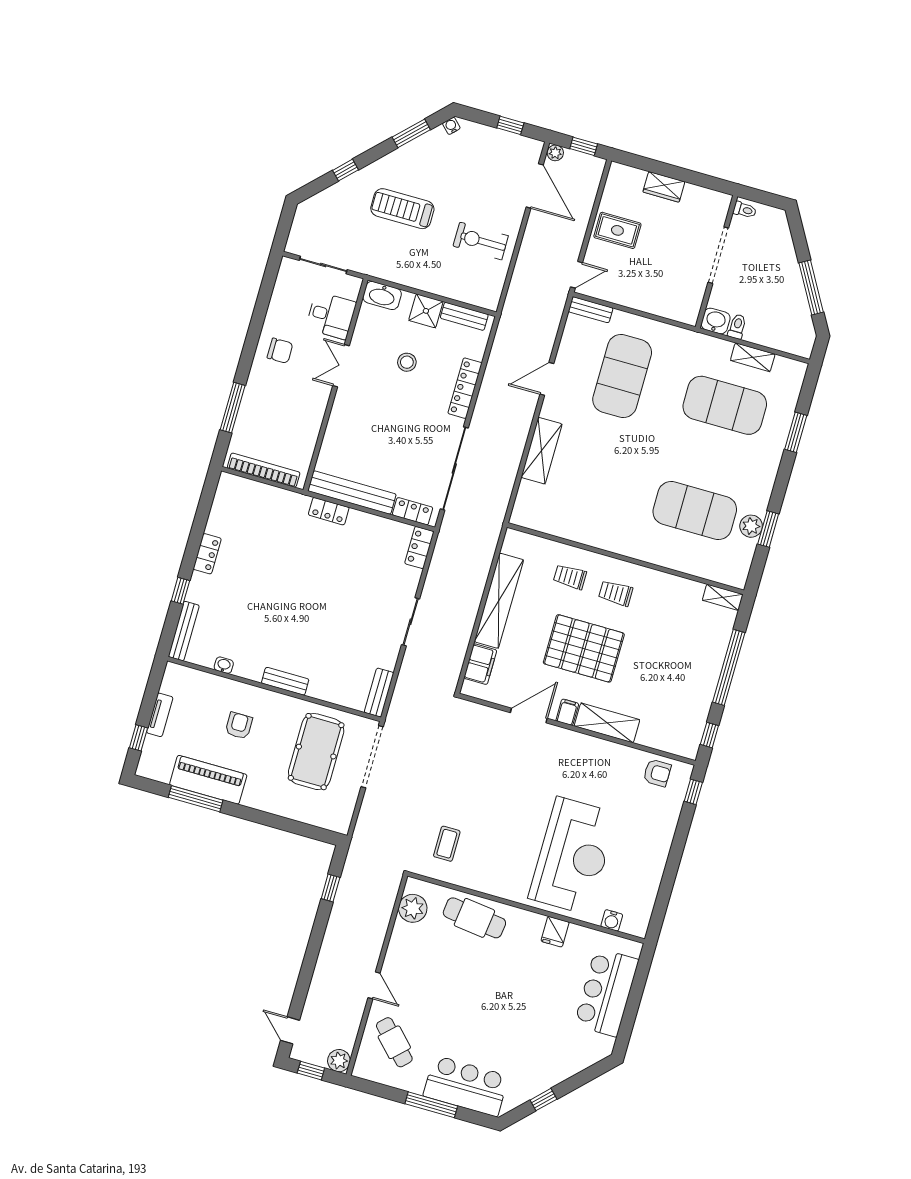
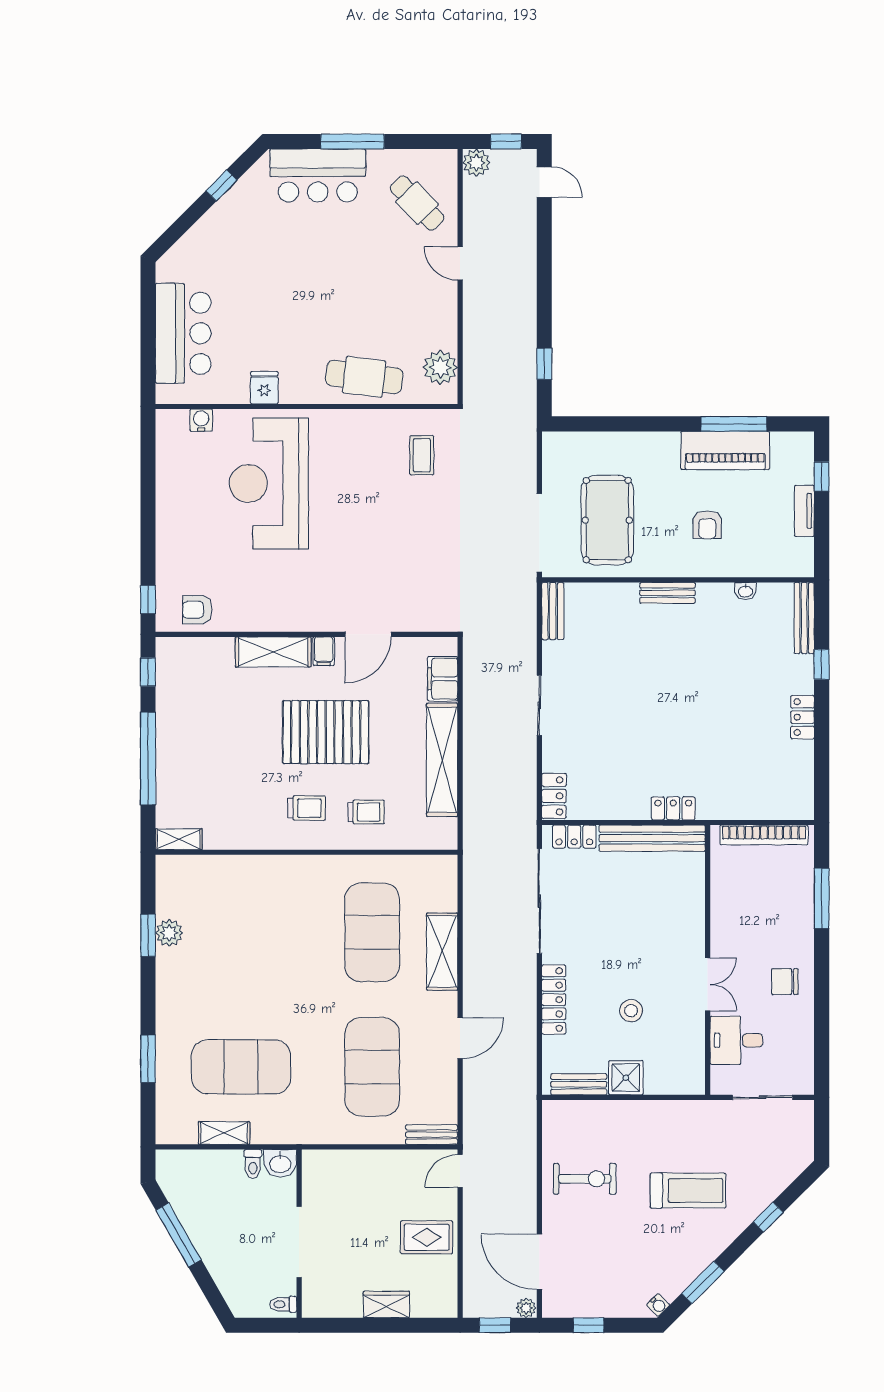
washbasin: (382, 295) -> (683, 1081), removed
exercise mat: (695, 511) -> (372, 932), moved, turned 90

